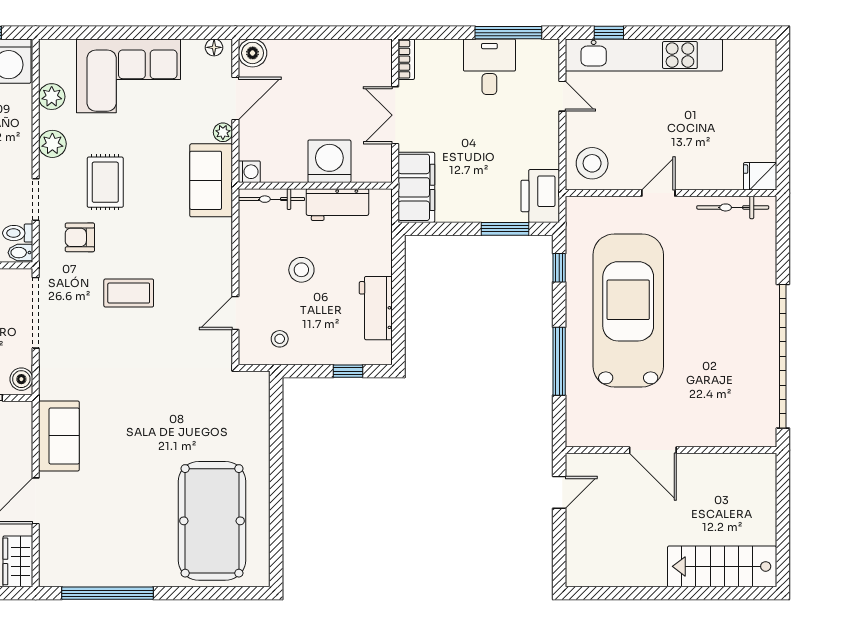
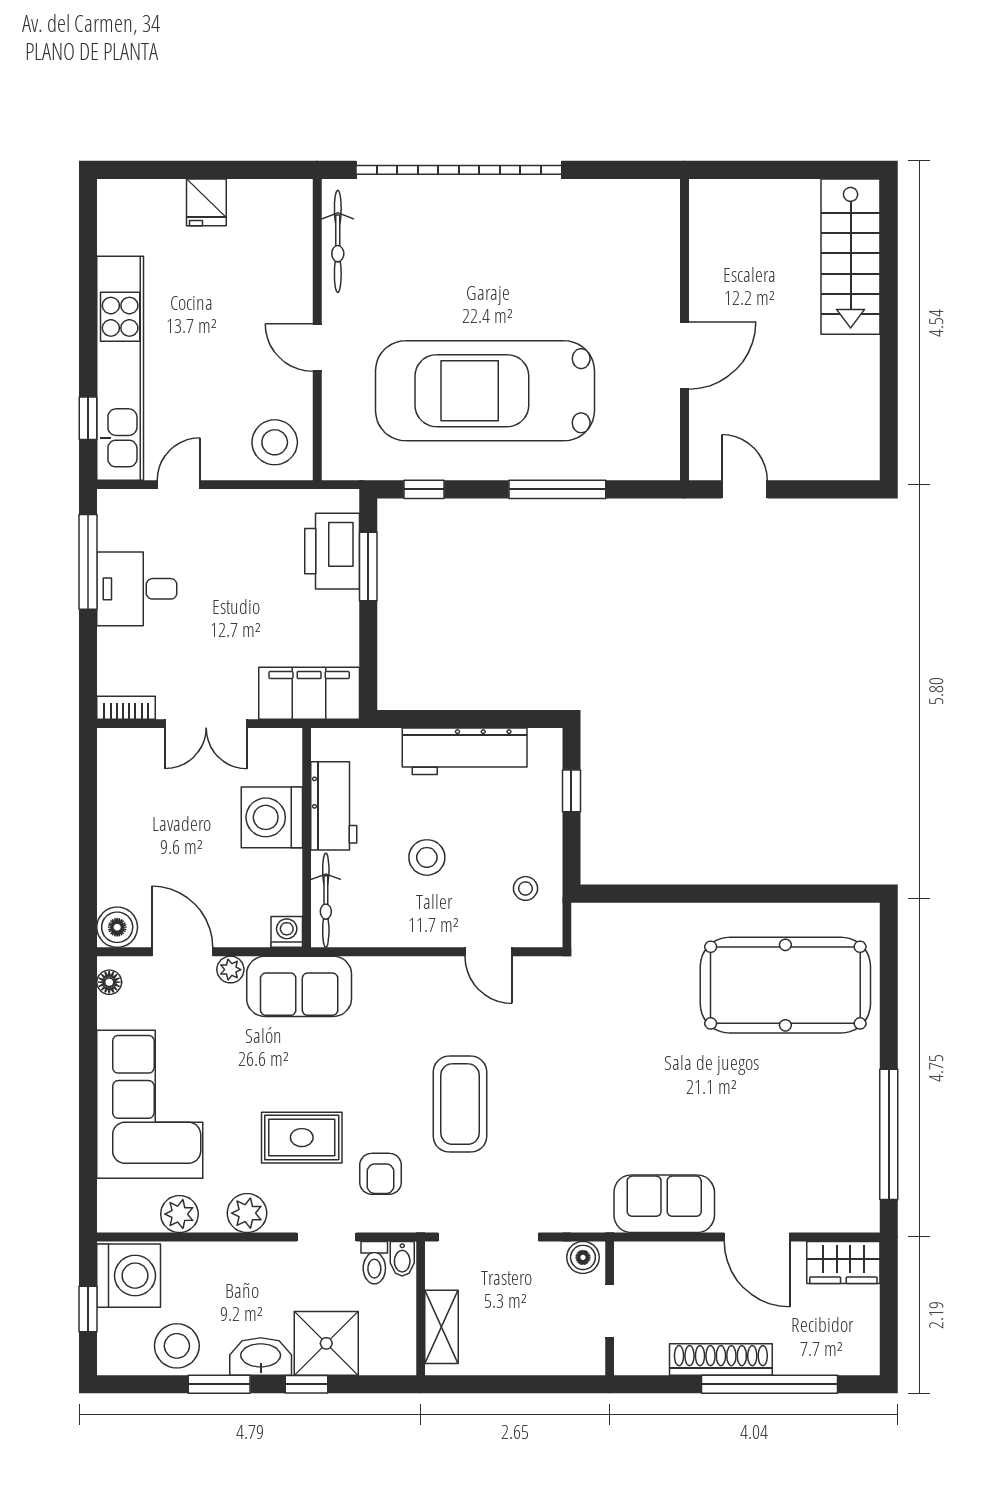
fridge: (760, 176) -> (206, 202), moved
printer: (540, 196) -> (332, 551), moved, turned 90
coffee table: (129, 293) -> (460, 1104), width x1.36, depth x1.32
workbench: (376, 308) -> (465, 751), width x1.38
garage door: (783, 356) -> (459, 170), moved

